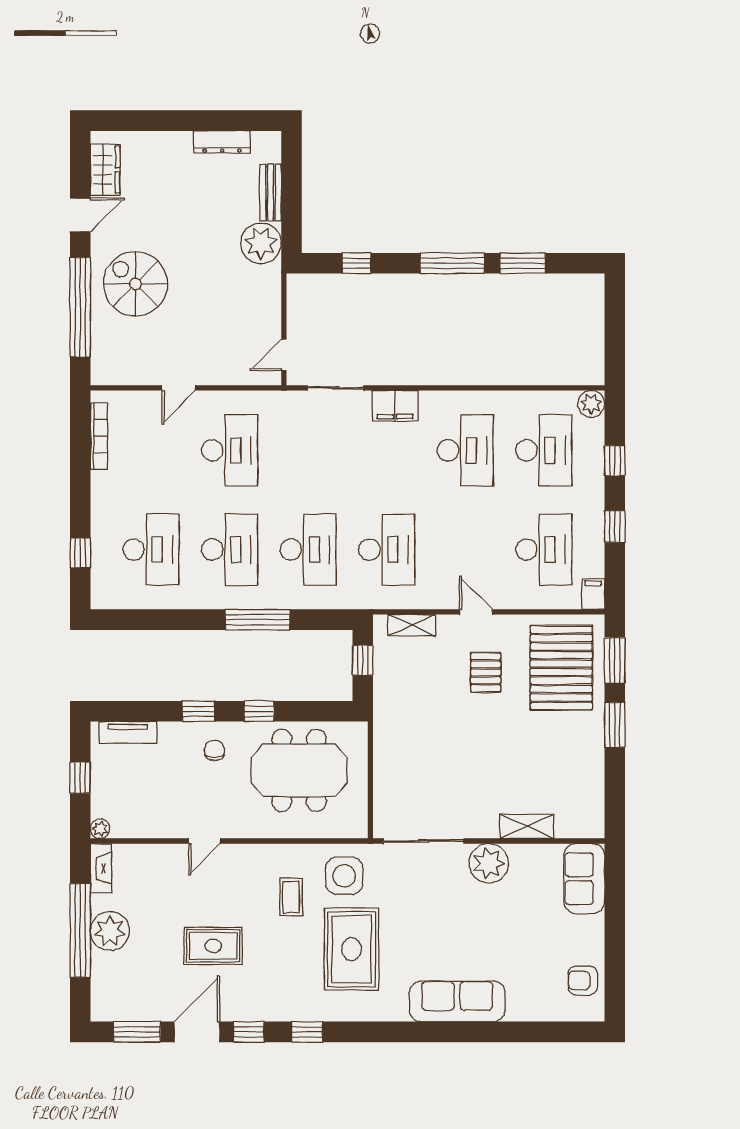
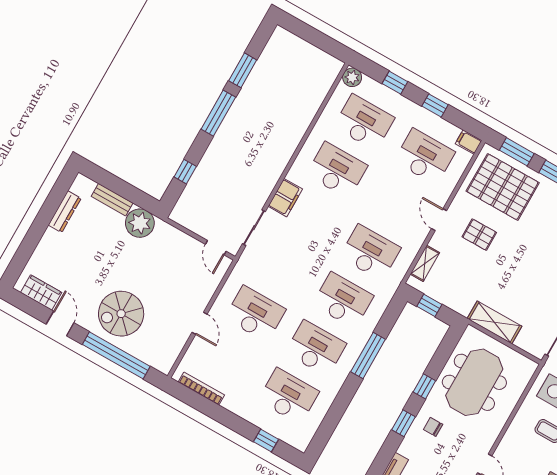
door: (476, 612) -> (439, 220), hinge flipped
shelving: (388, 753) -> (494, 322), added

